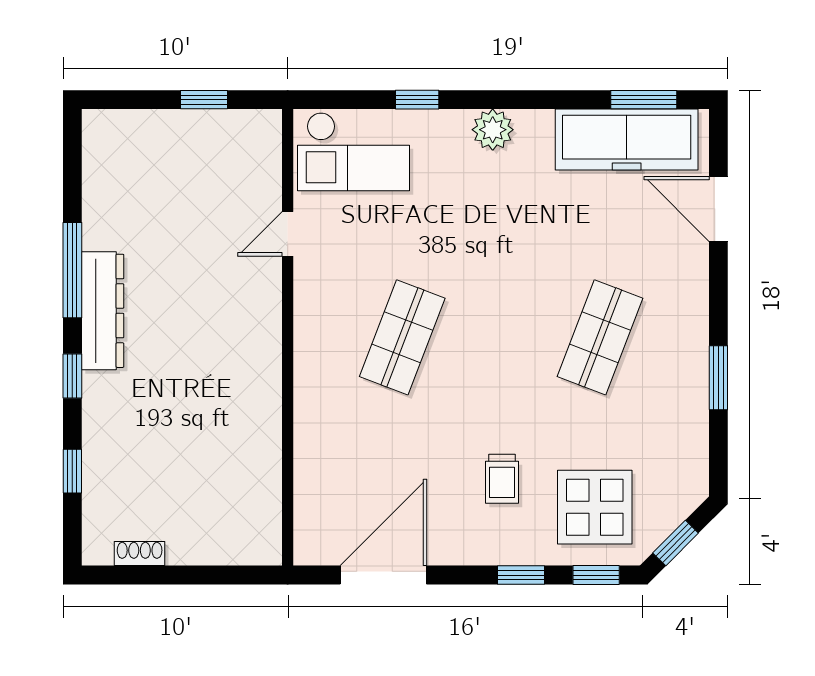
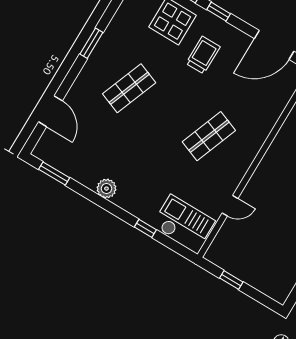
plant: (493, 130) -> (106, 189), moved
freezer: (627, 140) -> (71, 162), removed
trolley: (502, 479) -> (203, 55), width x1.36, depth x1.39

